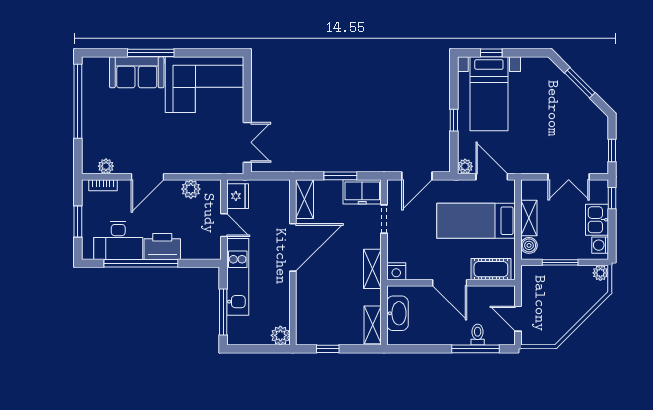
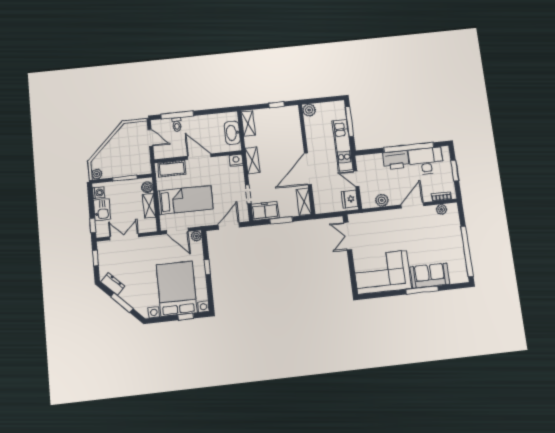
bed with nightstands: (489, 94) -> (177, 289), width x1.36
dresser: (590, 111) -> (113, 284), added

